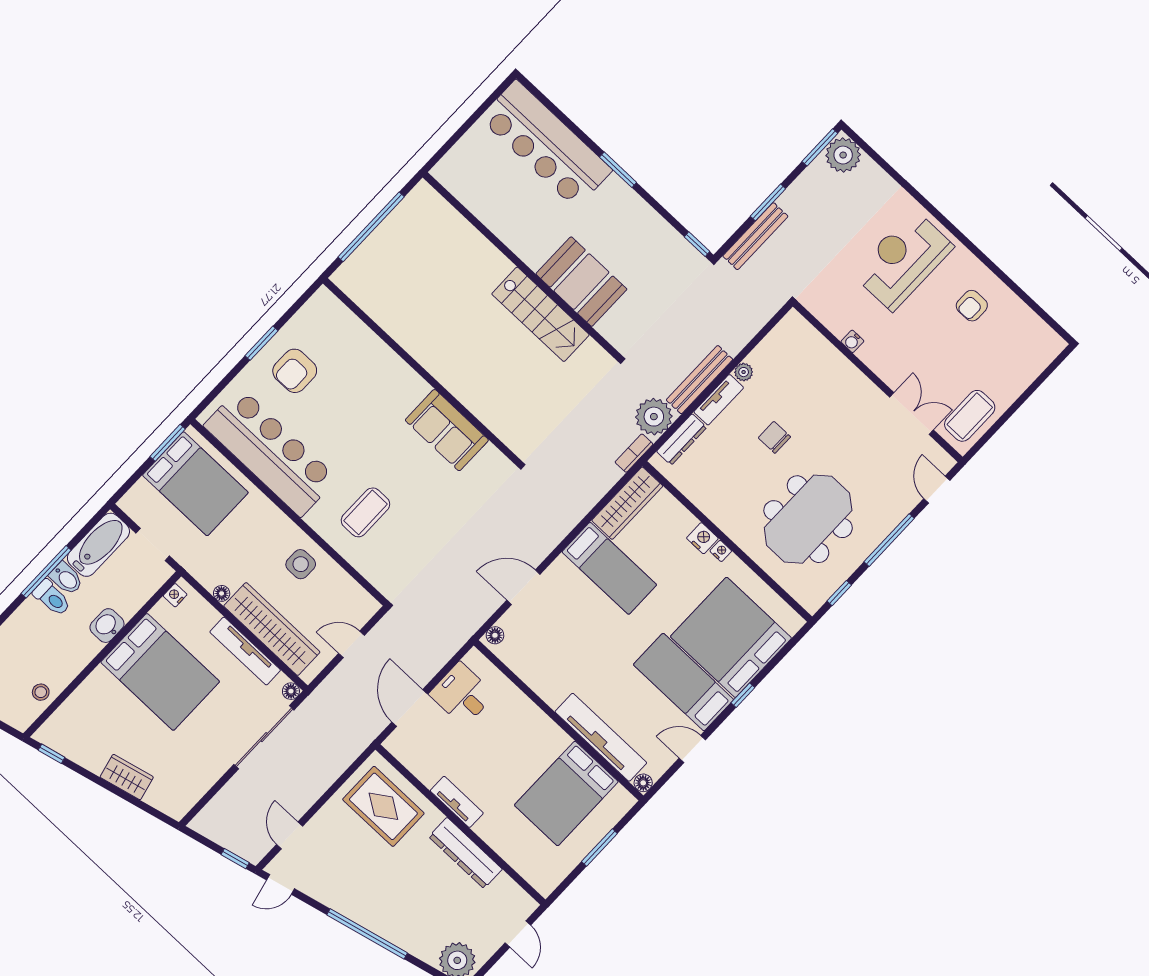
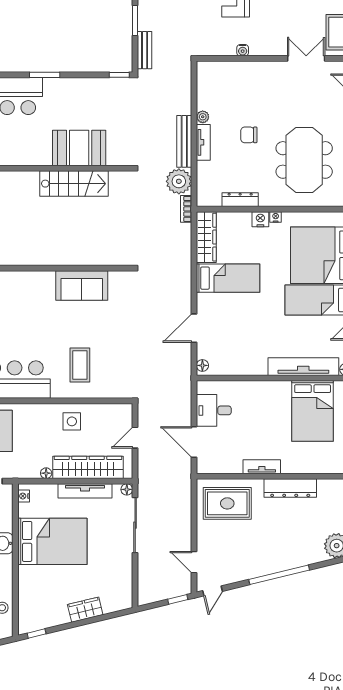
bench: (755, 236) -> (145, 50), width x0.73
dresser: (682, 439) -> (240, 200), moved, turned -90

